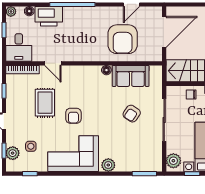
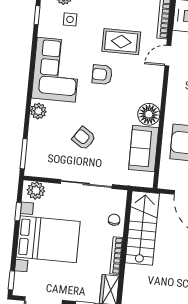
floor lamp: (106, 70) -> (149, 114), width x1.89, depth x1.89
armchair: (132, 114) -> (84, 138), moved

